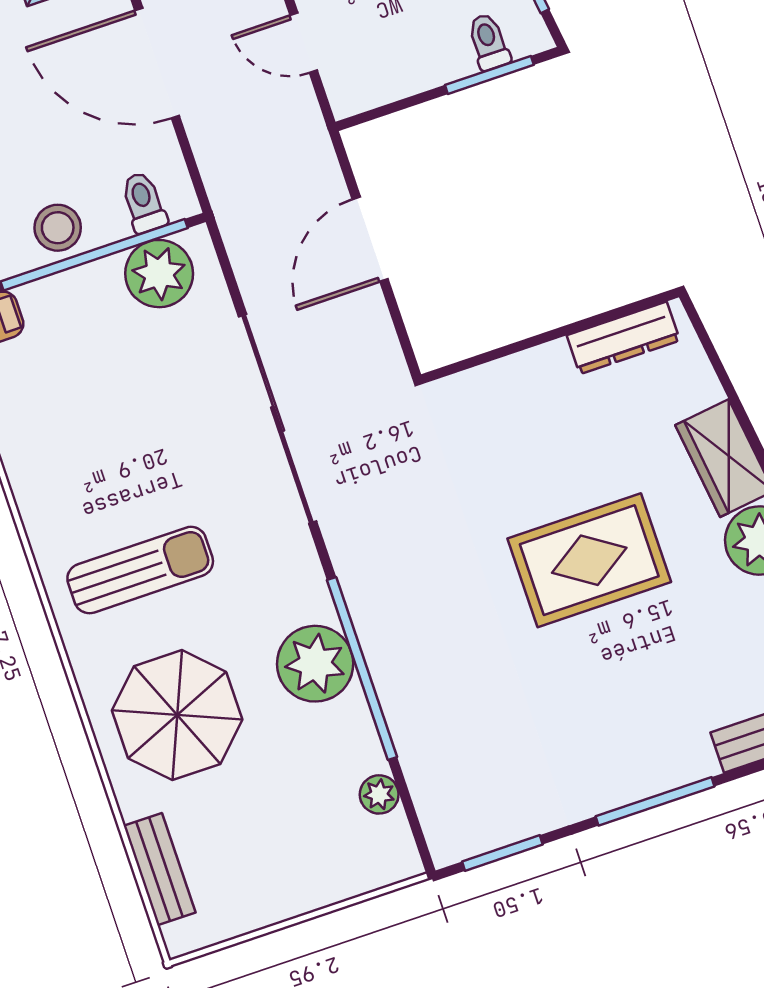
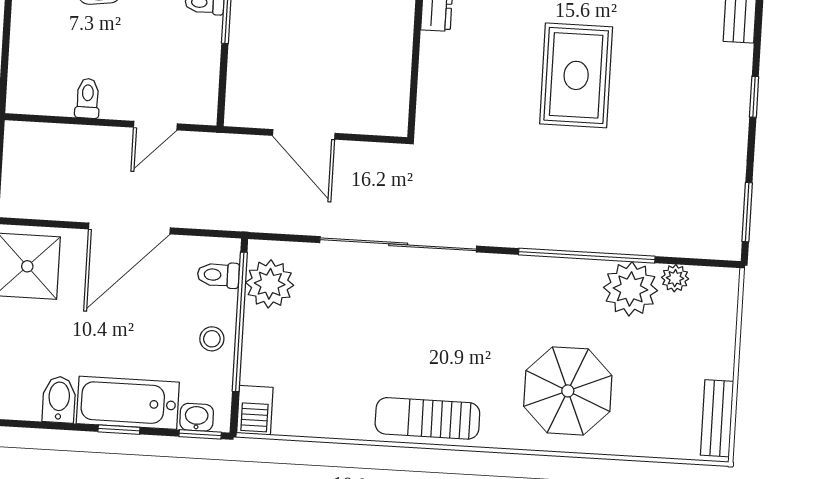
stool: (58, 228) -> (212, 339), width x0.73, depth x0.73
sun lounger: (140, 570) -> (427, 418), moved, turned -90
plant: (315, 664) -> (630, 289), moved
window: (655, 801) -> (754, 97), width x0.46
bench: (160, 869) -> (717, 418), moved, turned 90

